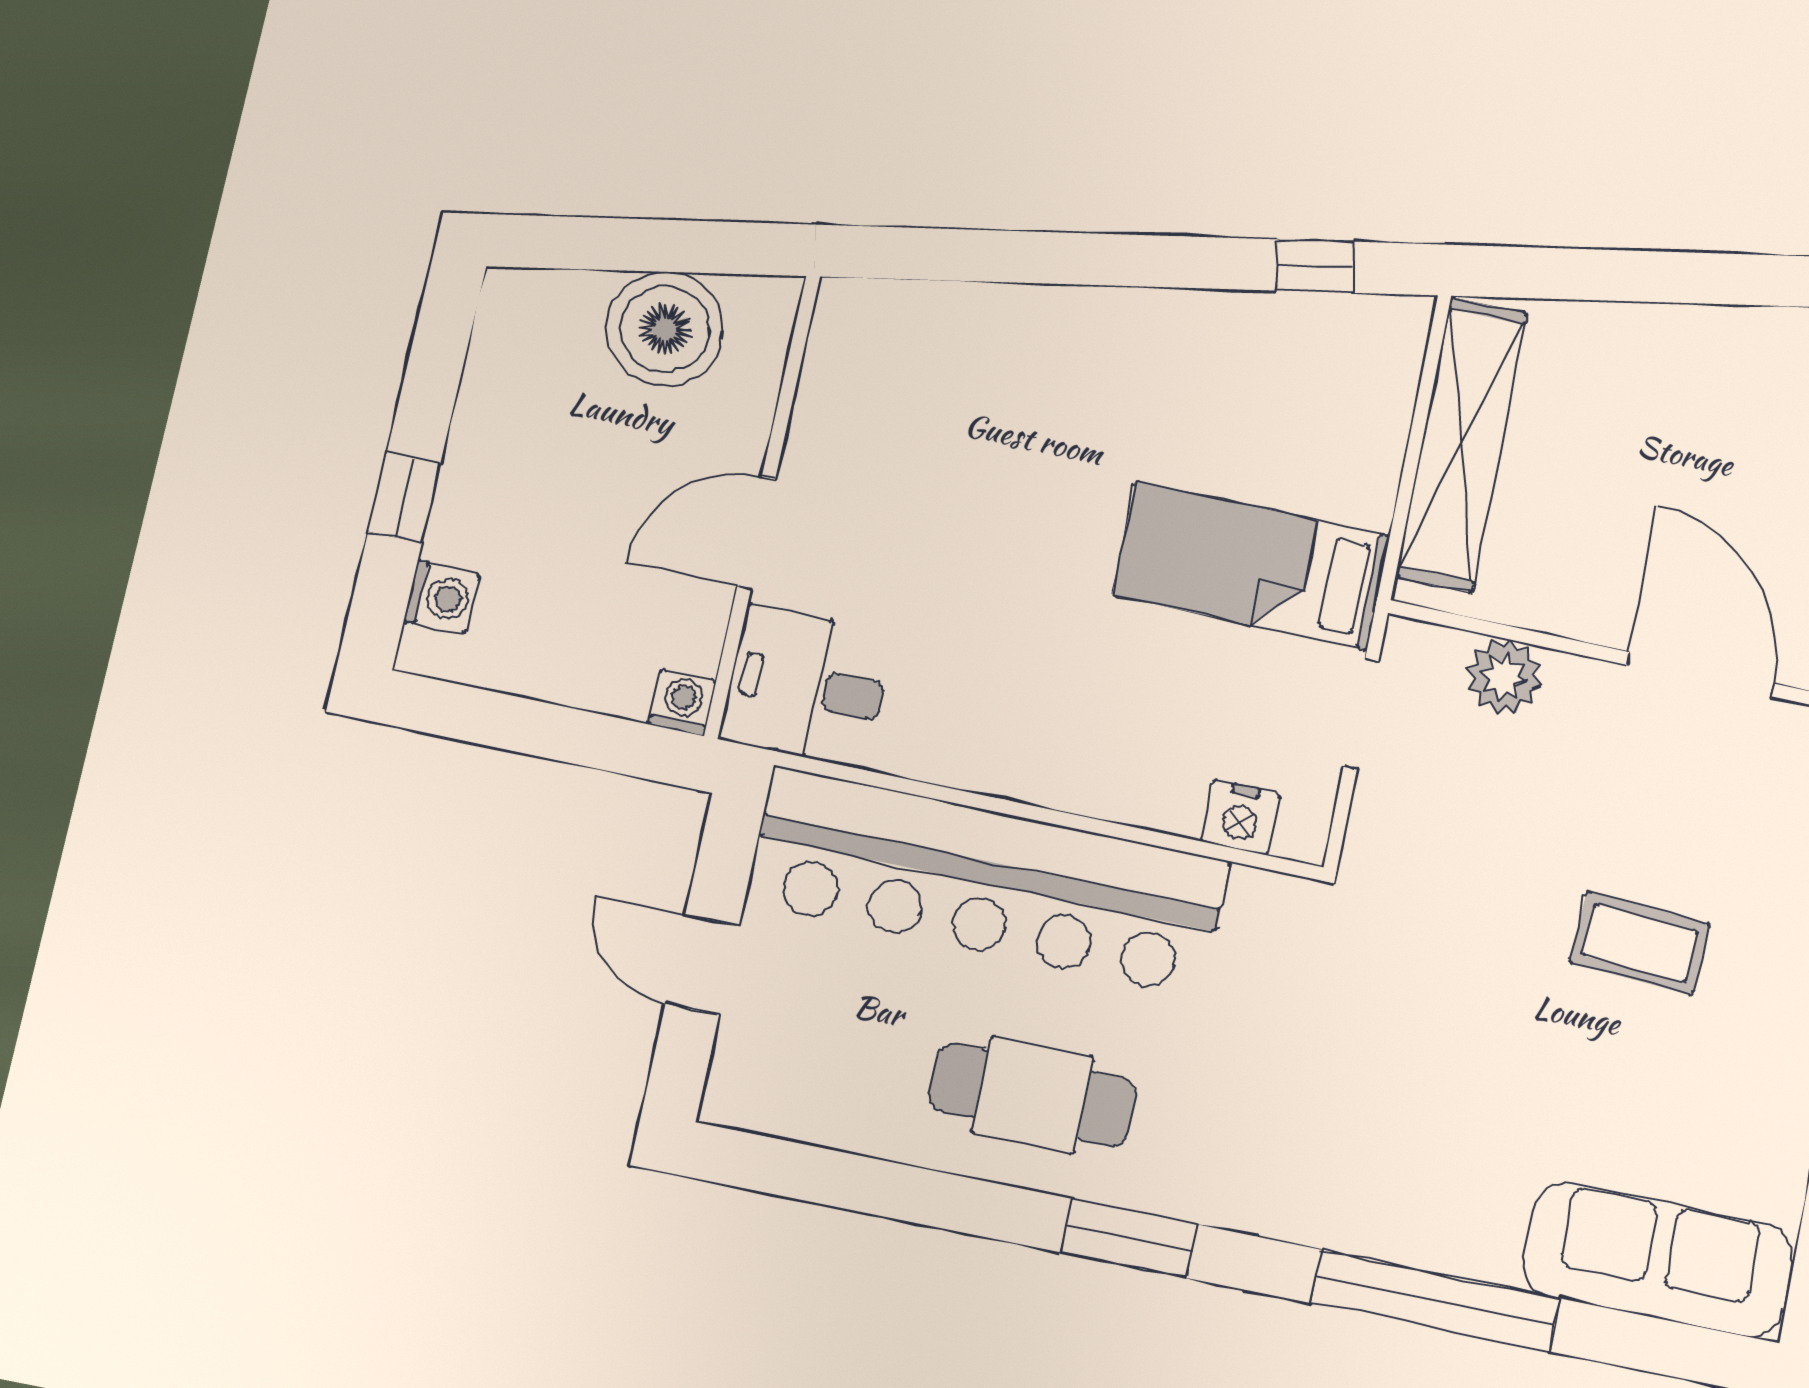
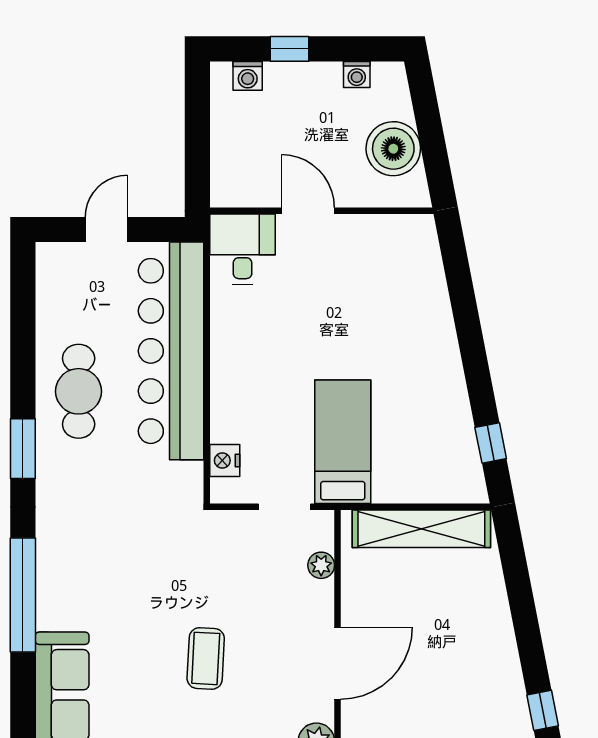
plant: (1504, 677) -> (321, 565), width x0.73, depth x0.73
washing machine: (682, 703) -> (357, 74), moved, turned 90

